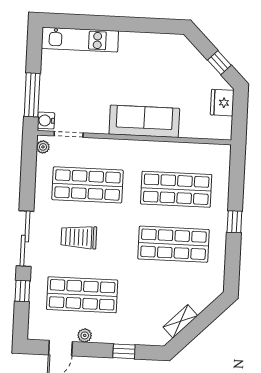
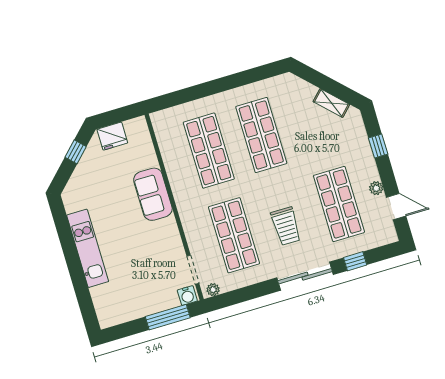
kitchen unit: (80, 40) -> (88, 248), moved
sofa: (144, 121) -> (153, 194), width x0.73
window: (234, 222) -> (220, 85), removed

